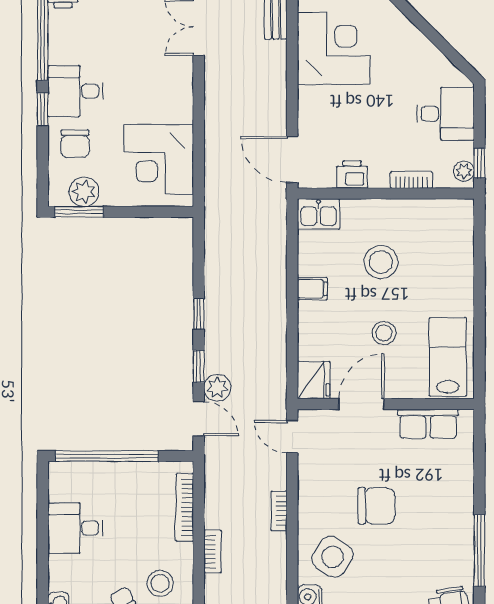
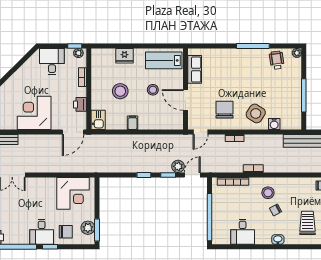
corner desk: (334, 49) -> (34, 113), moved
fridge: (314, 380) -> (124, 56), moved, turned 180
chair: (376, 506) -> (224, 110), moved

